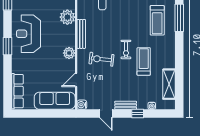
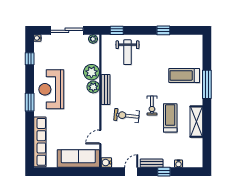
window: (179, 18) -> (207, 84), moved
treadmill: (157, 20) -> (184, 75), turned 90
plant: (69, 53) -> (93, 87), moved
shelving: (169, 84) -> (196, 122), moved
row of seats: (17, 91) -> (40, 142), width x1.36
door: (106, 114) -> (131, 172), swing flipped

